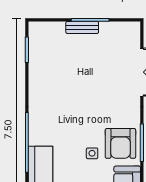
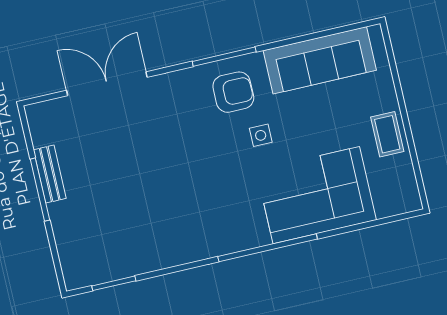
bench: (82, 27) -> (50, 174), moved
armchair: (120, 143) -> (233, 92), width x0.73, depth x0.73

